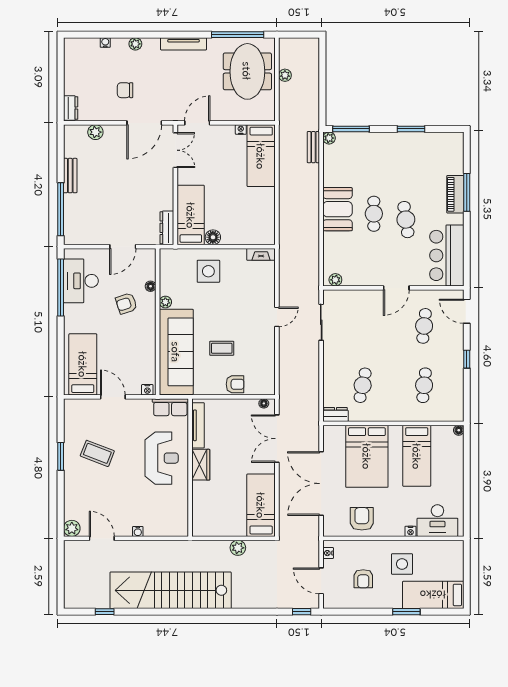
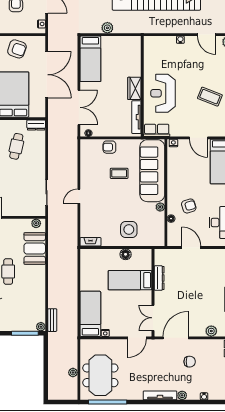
tv unit: (184, 44) -> (160, 395), moved
booth: (337, 209) -> (35, 248), moved
bed: (191, 215) -> (130, 280), moved, turned 90
dresser: (167, 228) -> (159, 278), moved
door: (123, 247) -> (191, 248), hinge flipped
armchair: (362, 519) -> (17, 49), turned -71

